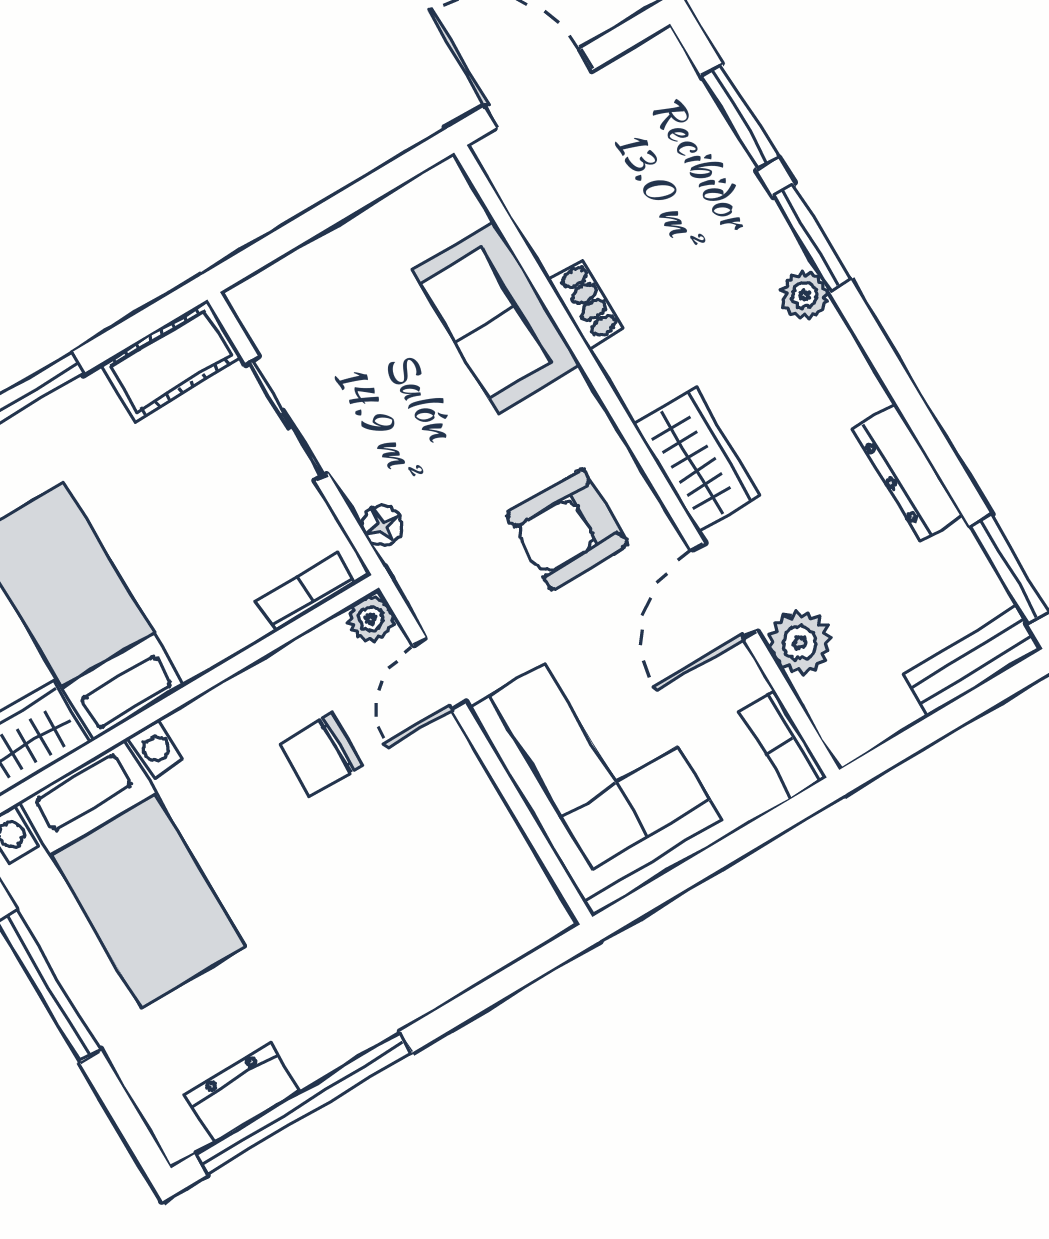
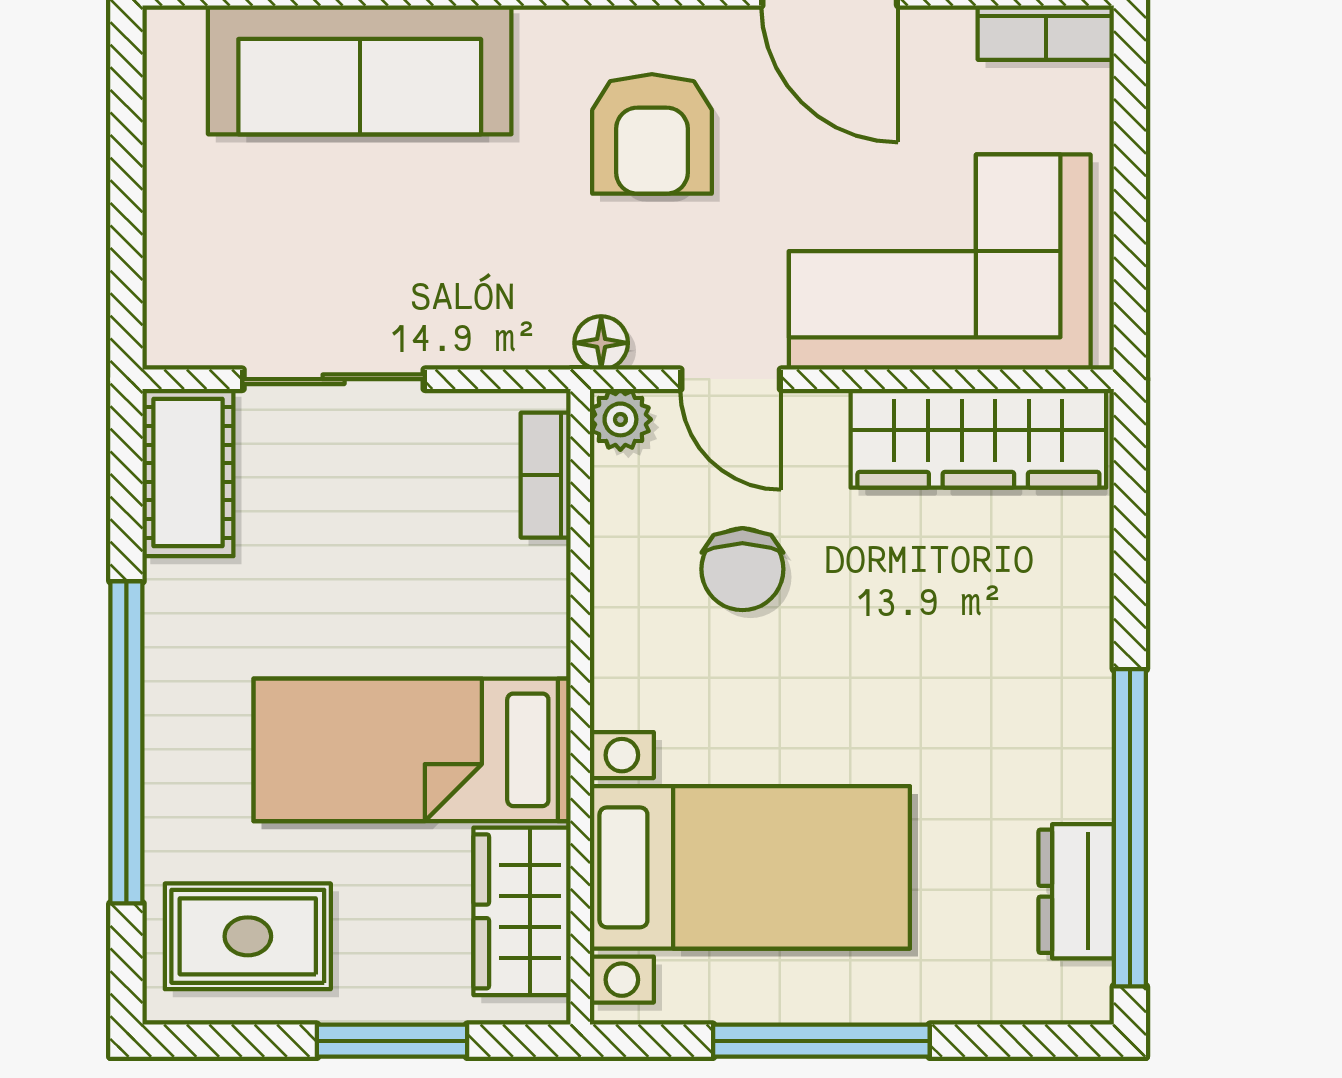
sofa: (496, 317) -> (360, 70), width x1.36
floor lamp: (382, 525) -> (601, 343), moved
wardrobe: (496, 856) -> (978, 438), added

